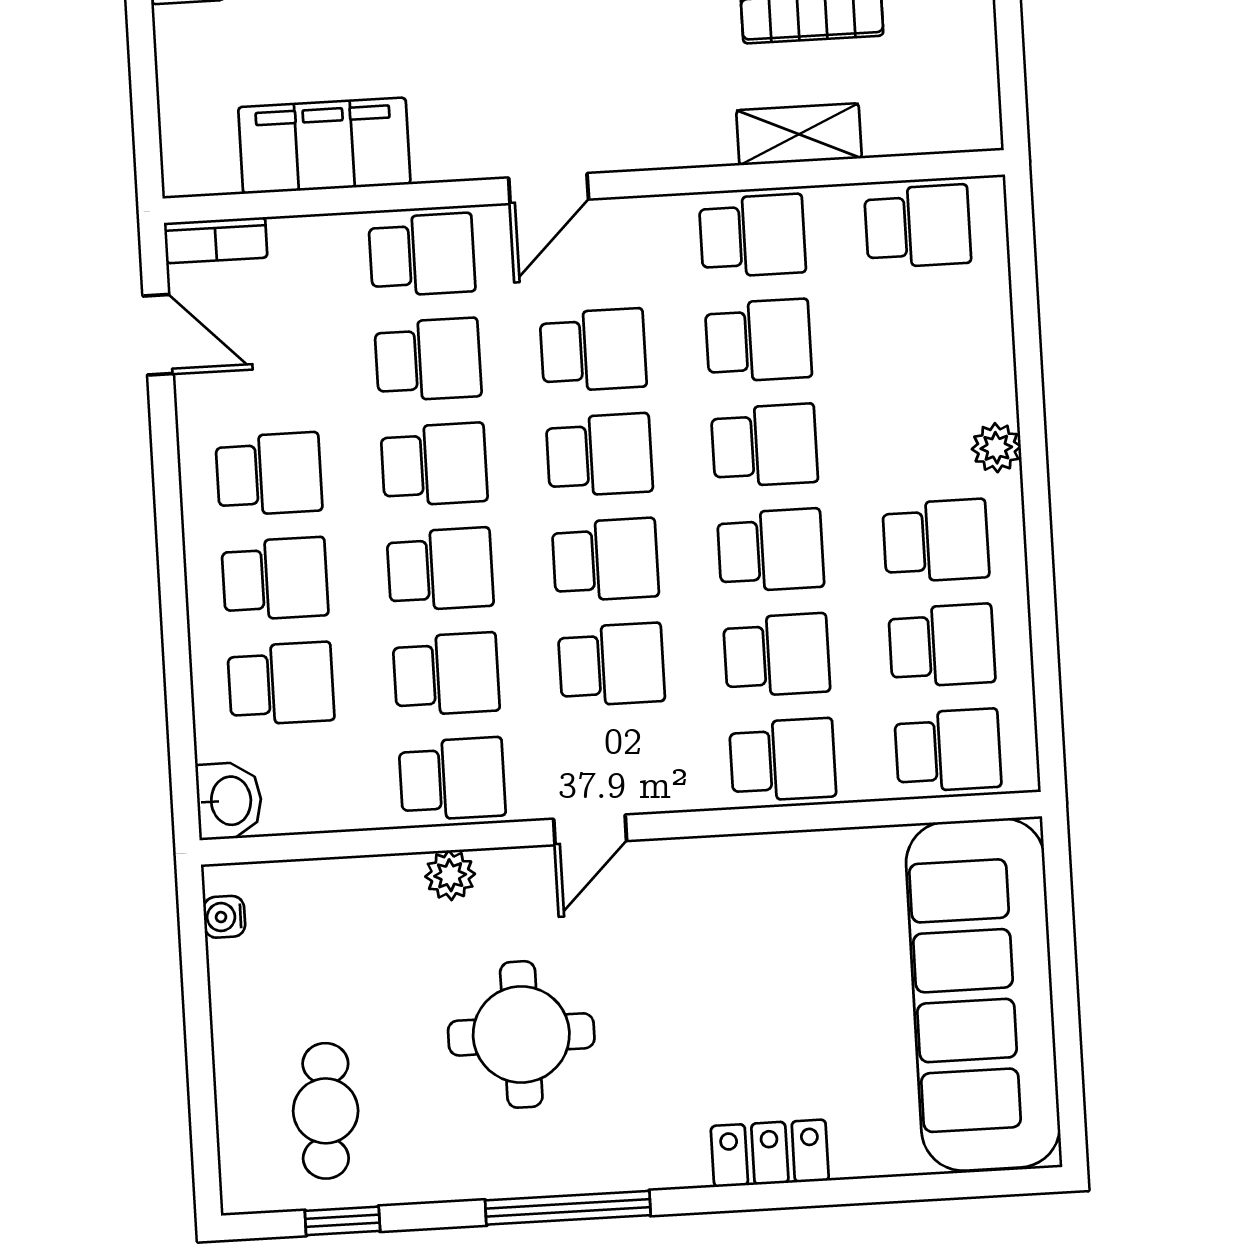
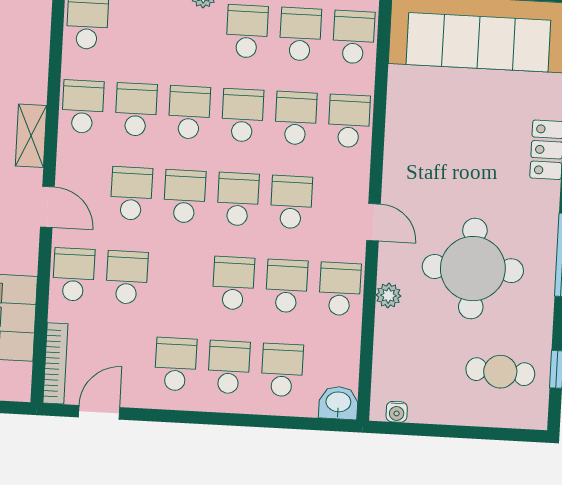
shelving: (799, 134) -> (31, 136), moved
bookcase: (216, 240) -> (55, 363), width x1.56
school desk: (434, 464) -> (180, 280), removed
round table: (521, 1034) -> (473, 269), width x1.36, depth x1.36

